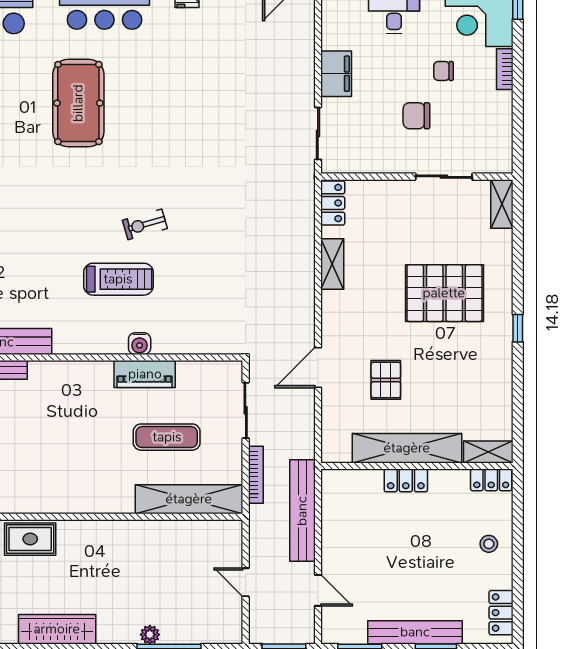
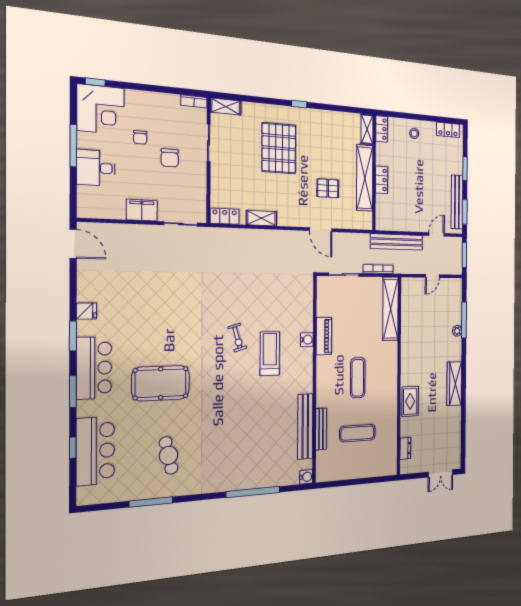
bookcase: (505, 69) -> (194, 101), moved
exercise mat: (167, 437) -> (358, 378), moved
bench: (415, 632) -> (457, 202), moved

